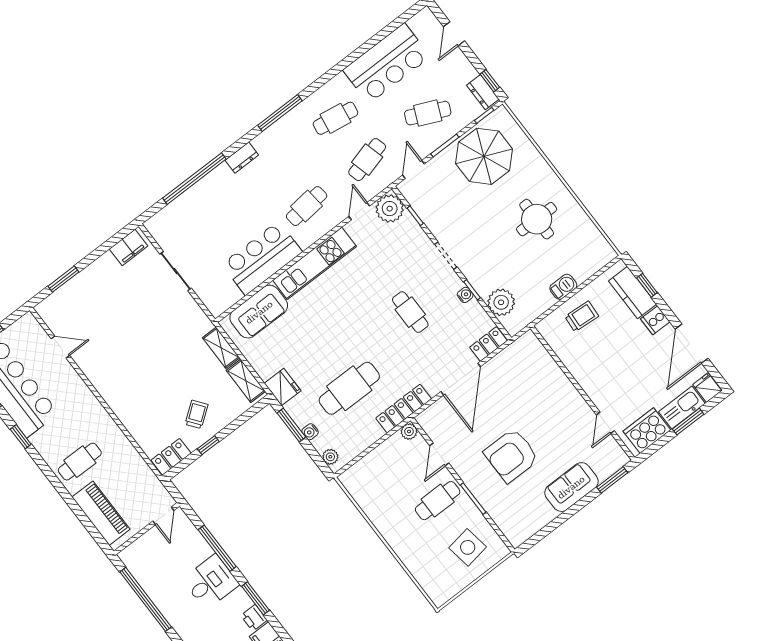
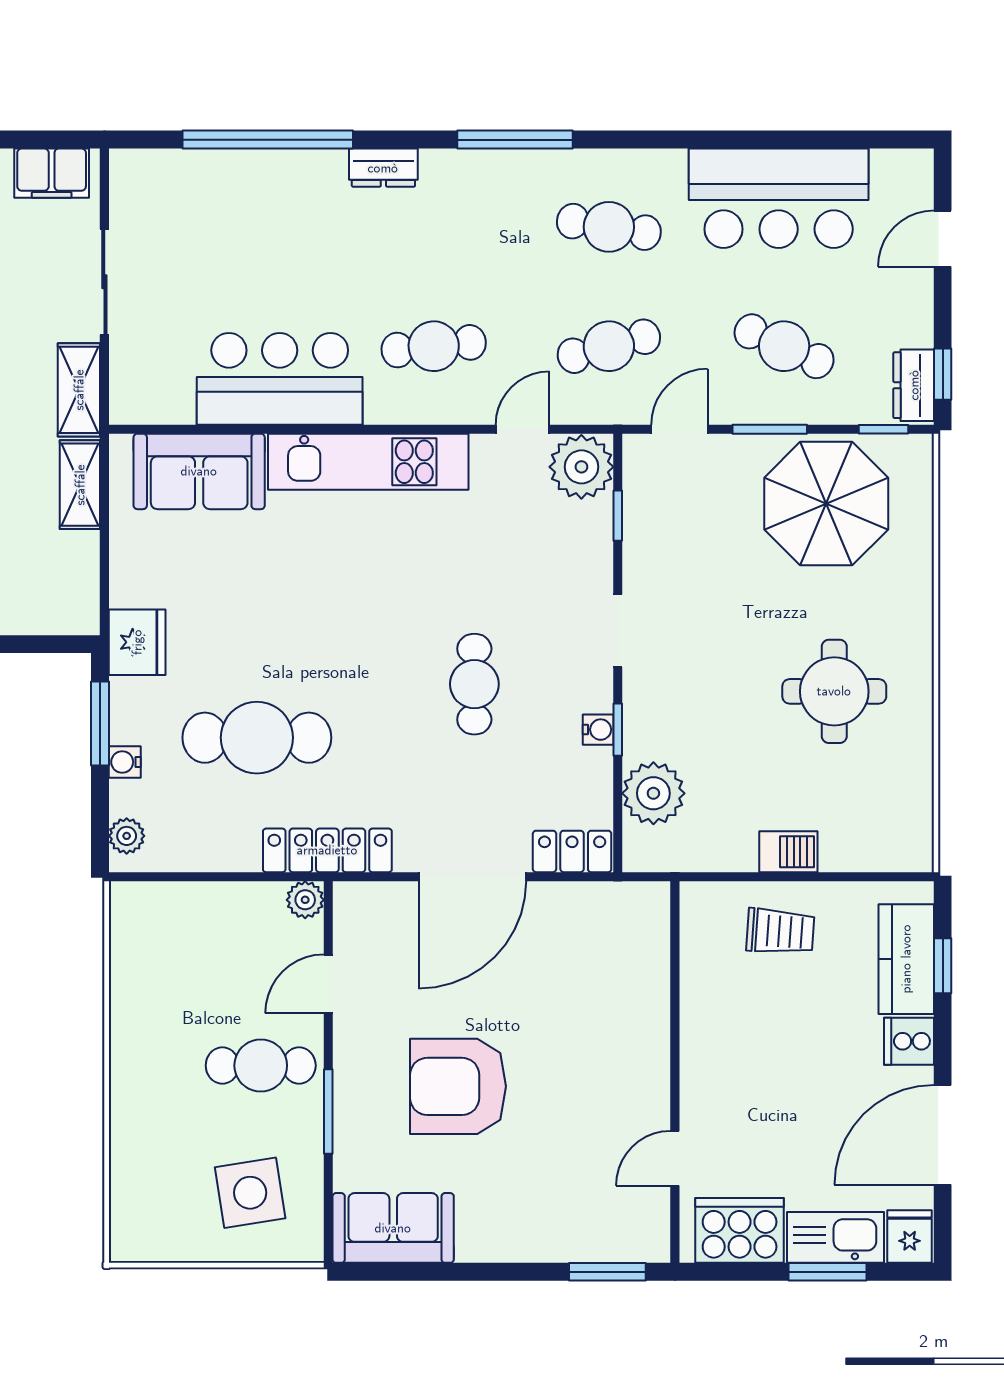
shelving: (246, 381) -> (79, 390), moved
sofa: (571, 487) -> (393, 1228), moved

